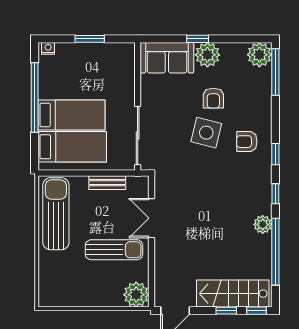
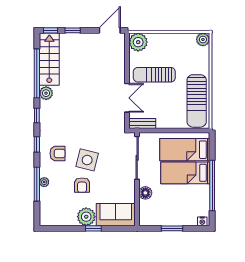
plant: (259, 55) -> (44, 182), moved, width x0.53, depth x0.53
window: (275, 72) -> (37, 184), moved
floor lamp: (126, 87) -> (145, 193), added
armchair: (213, 98) -> (82, 185), turned 180
bench: (107, 183) -> (142, 124), moved
stairs: (233, 294) -> (49, 59), moved, turned -90
plant: (47, 298) -> (203, 40), added

